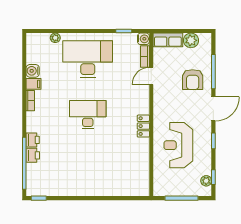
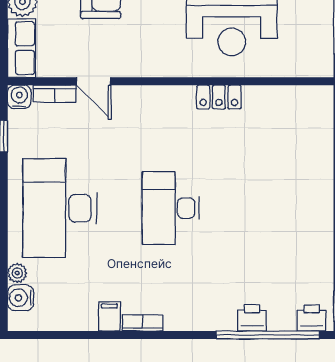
water cooler: (33, 71) -> (21, 298), moved, turned 90
locker: (143, 126) -> (219, 97), moved
printer: (33, 140) -> (311, 318), moved

